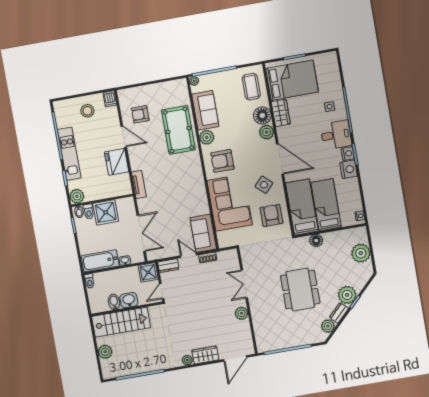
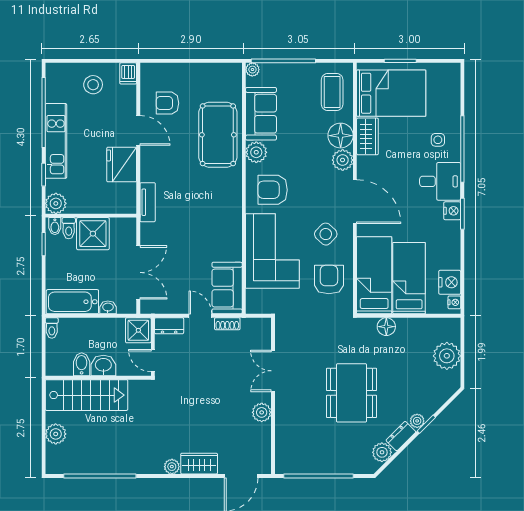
nightstand: (349, 169) -> (450, 282), moved
door: (162, 291) -> (153, 361), hinge flipped
plant: (347, 295) -> (417, 421), width x0.53, depth x0.53

